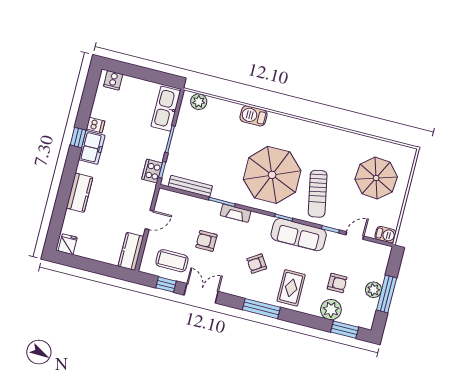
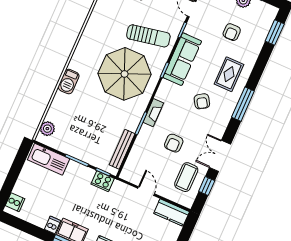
armchair: (337, 283) -> (232, 32), turned 180
rug: (291, 288) -> (229, 74), turned 90
plant: (331, 310) -> (255, 42), removed

